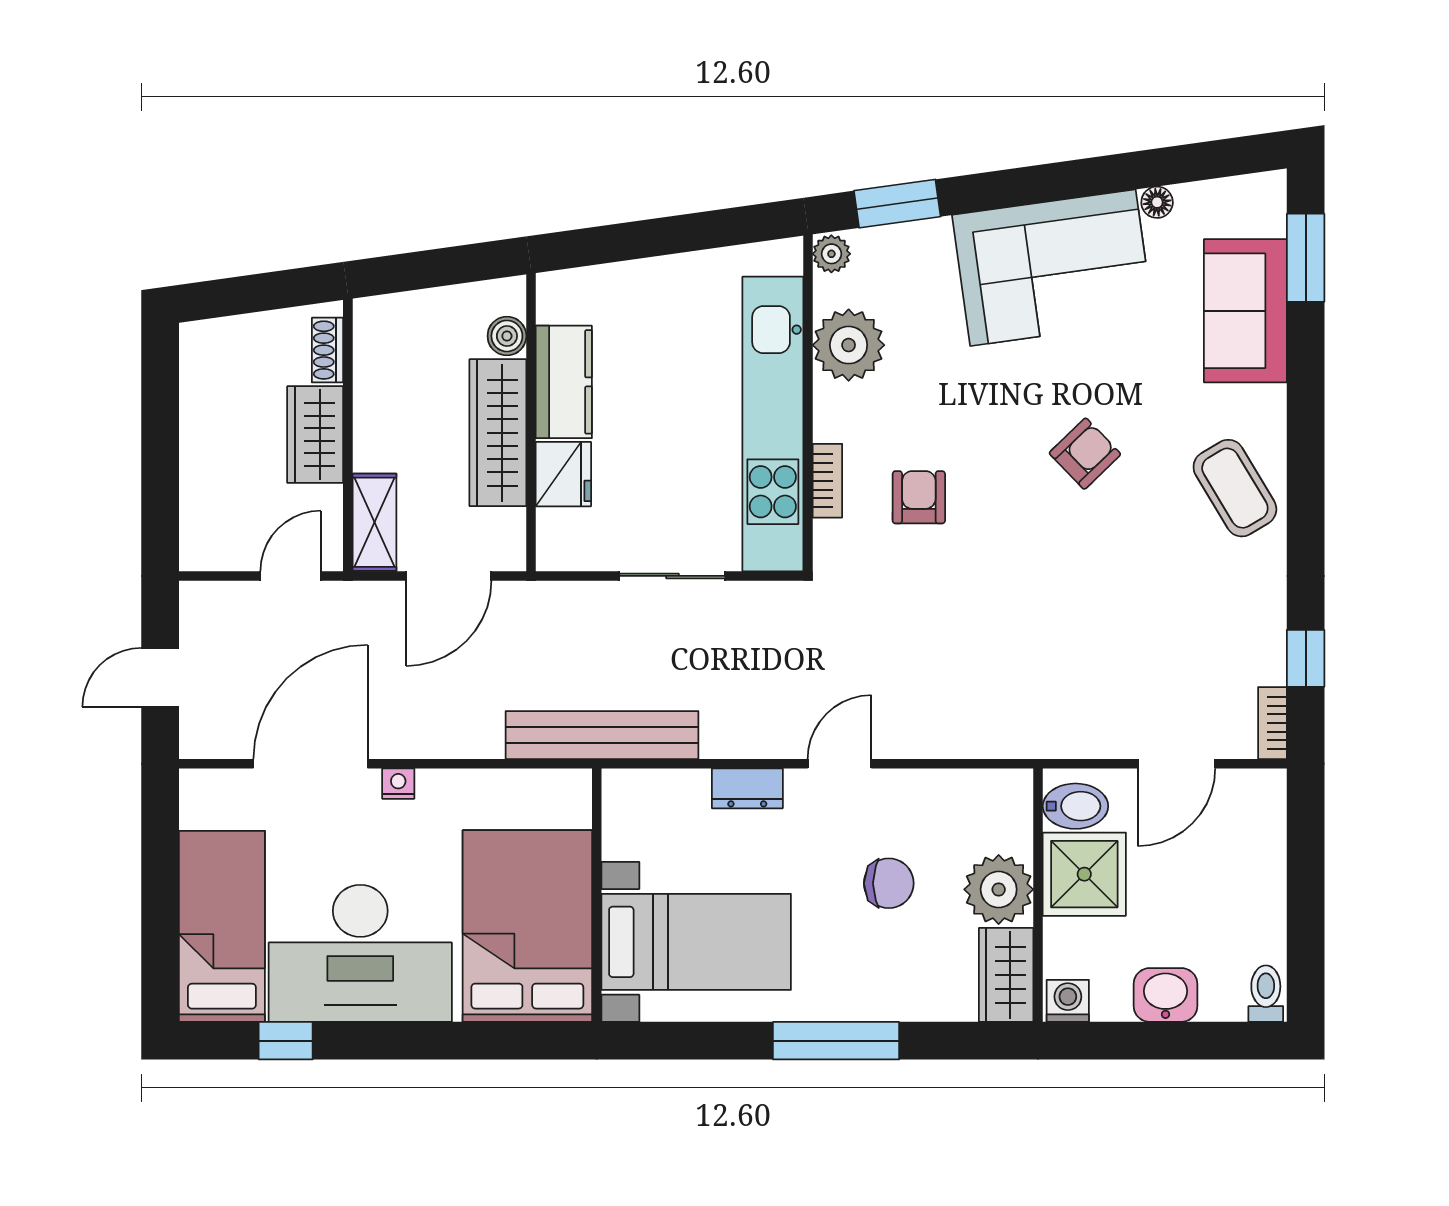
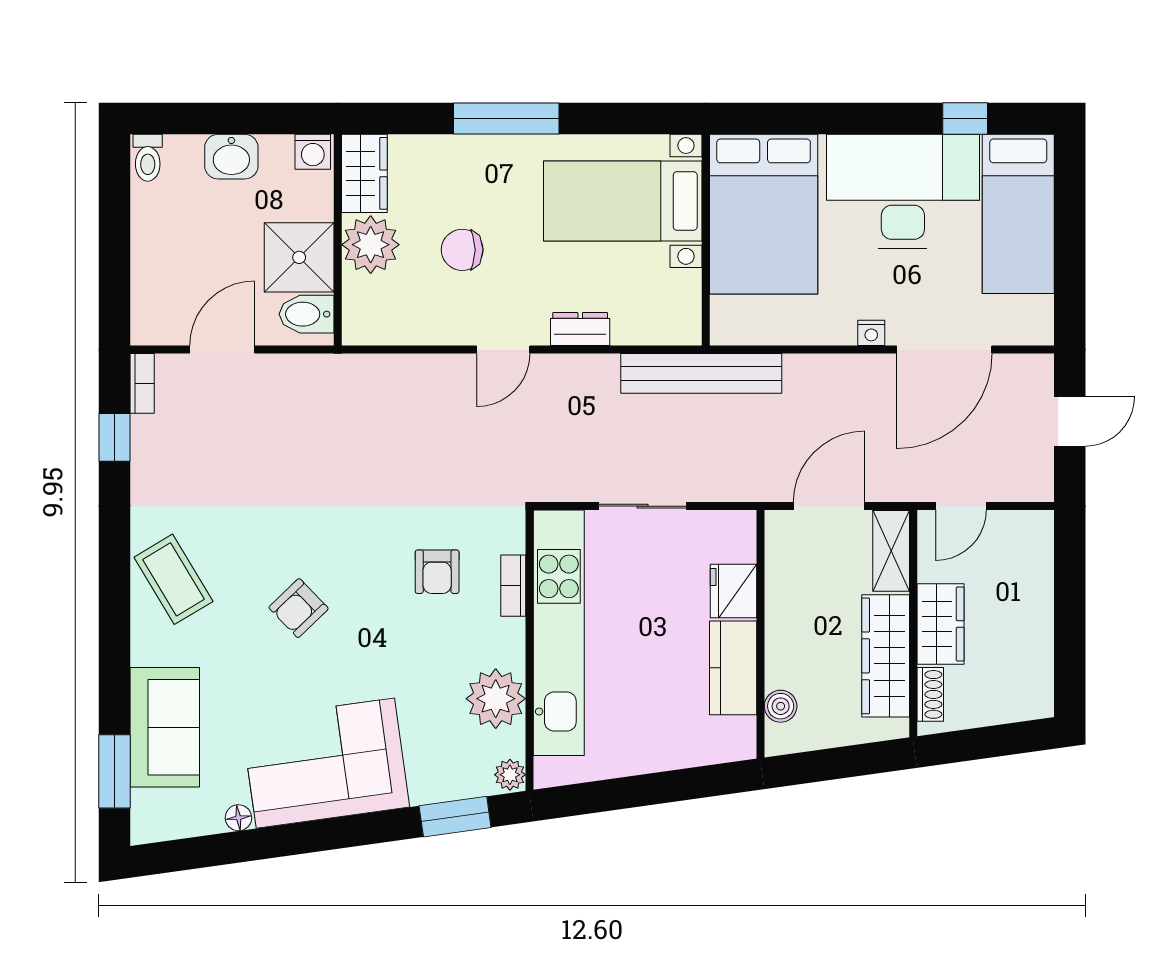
wardrobe: (498, 433) -> (886, 656), moved, turned 180

